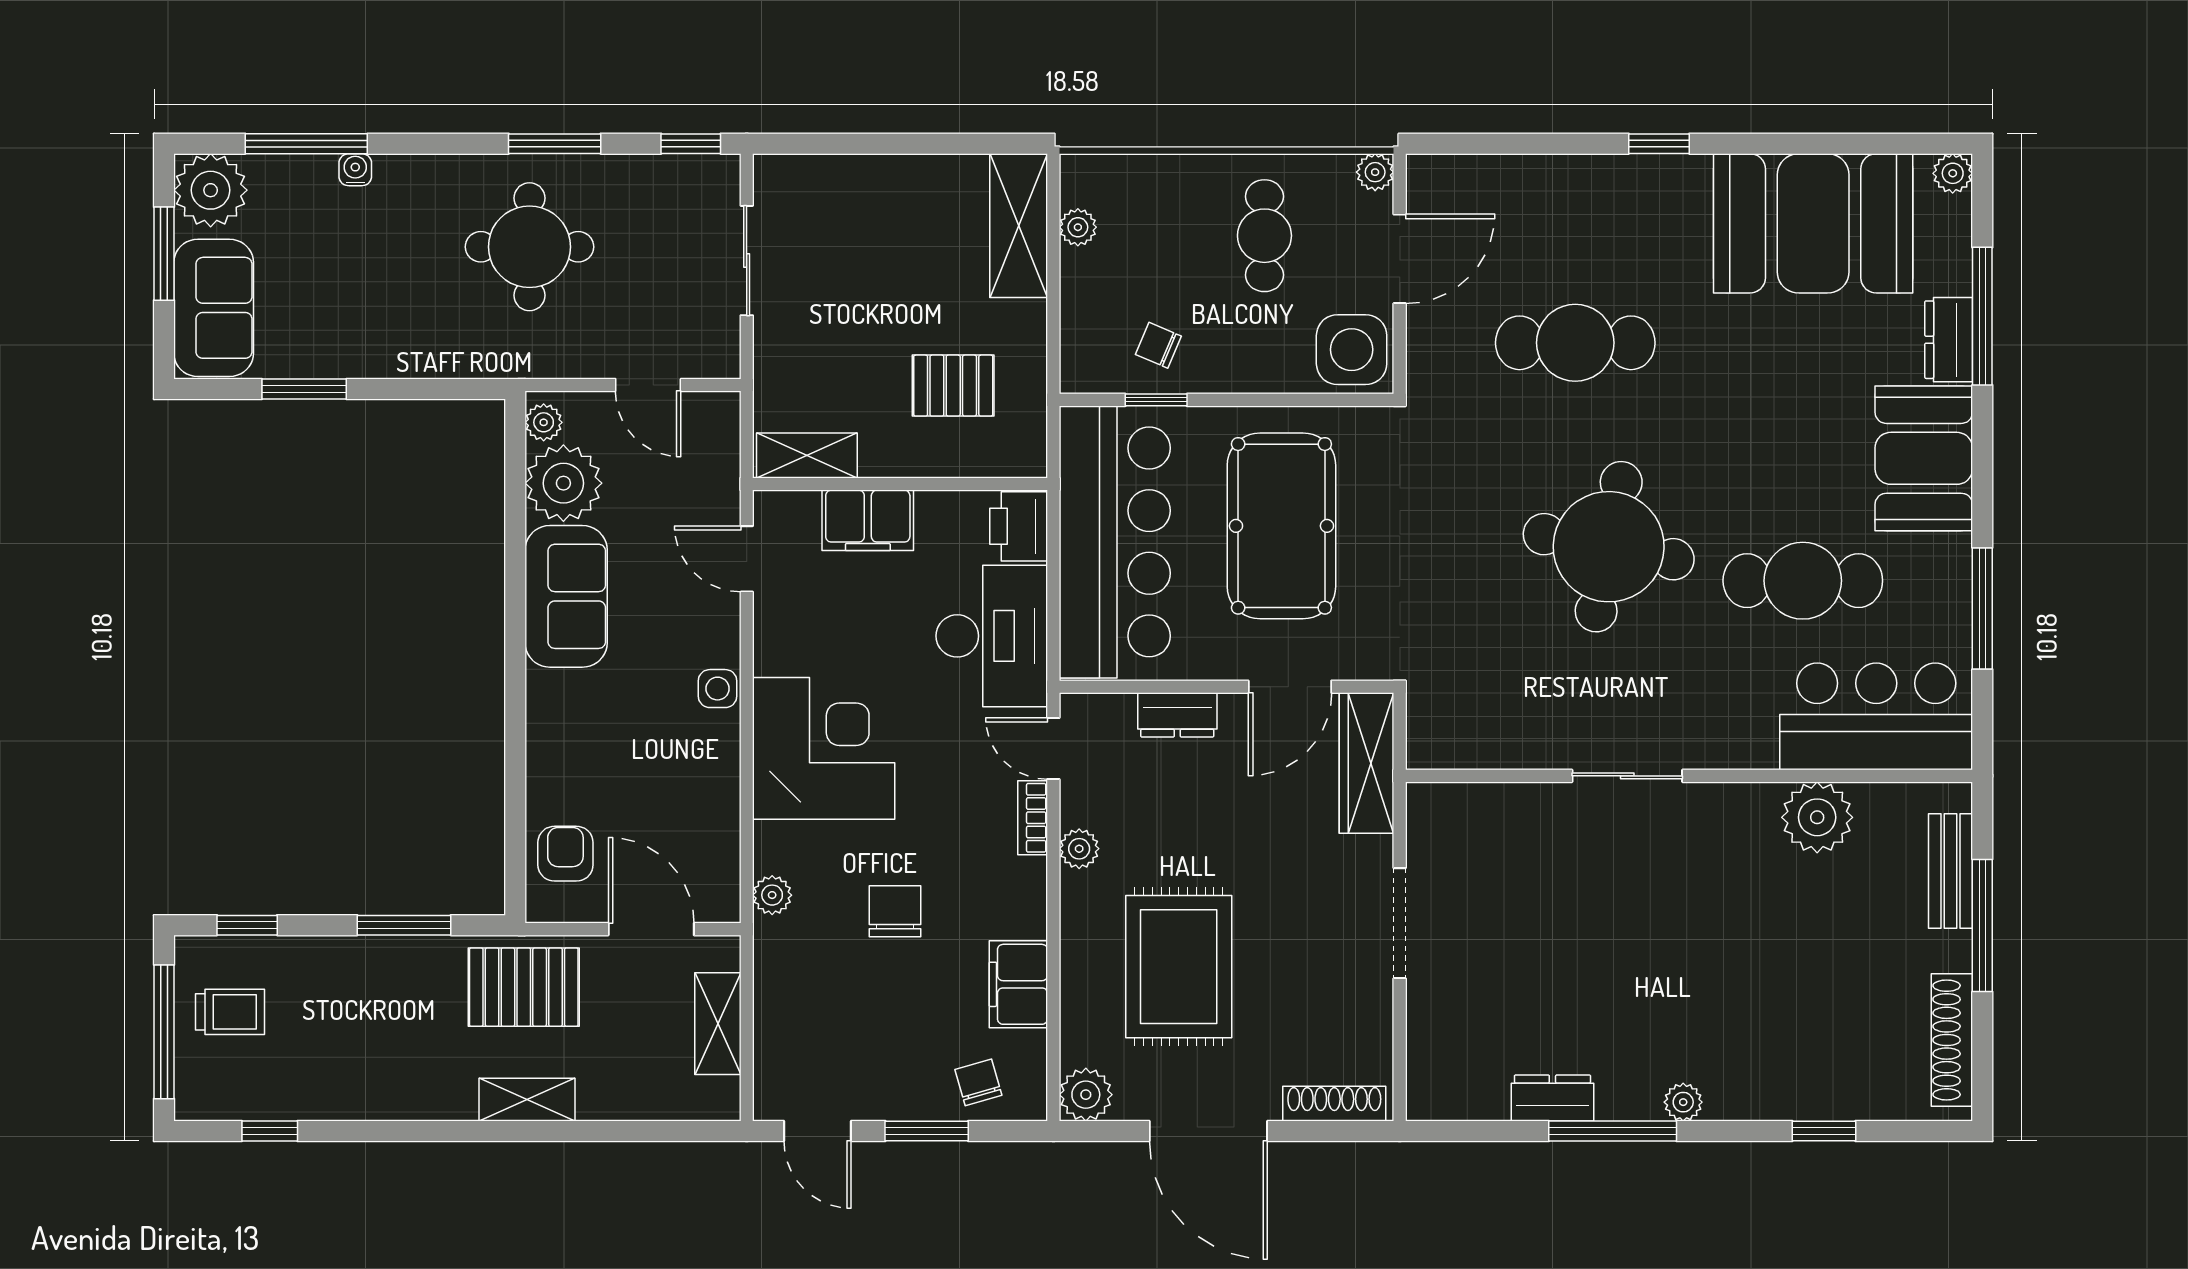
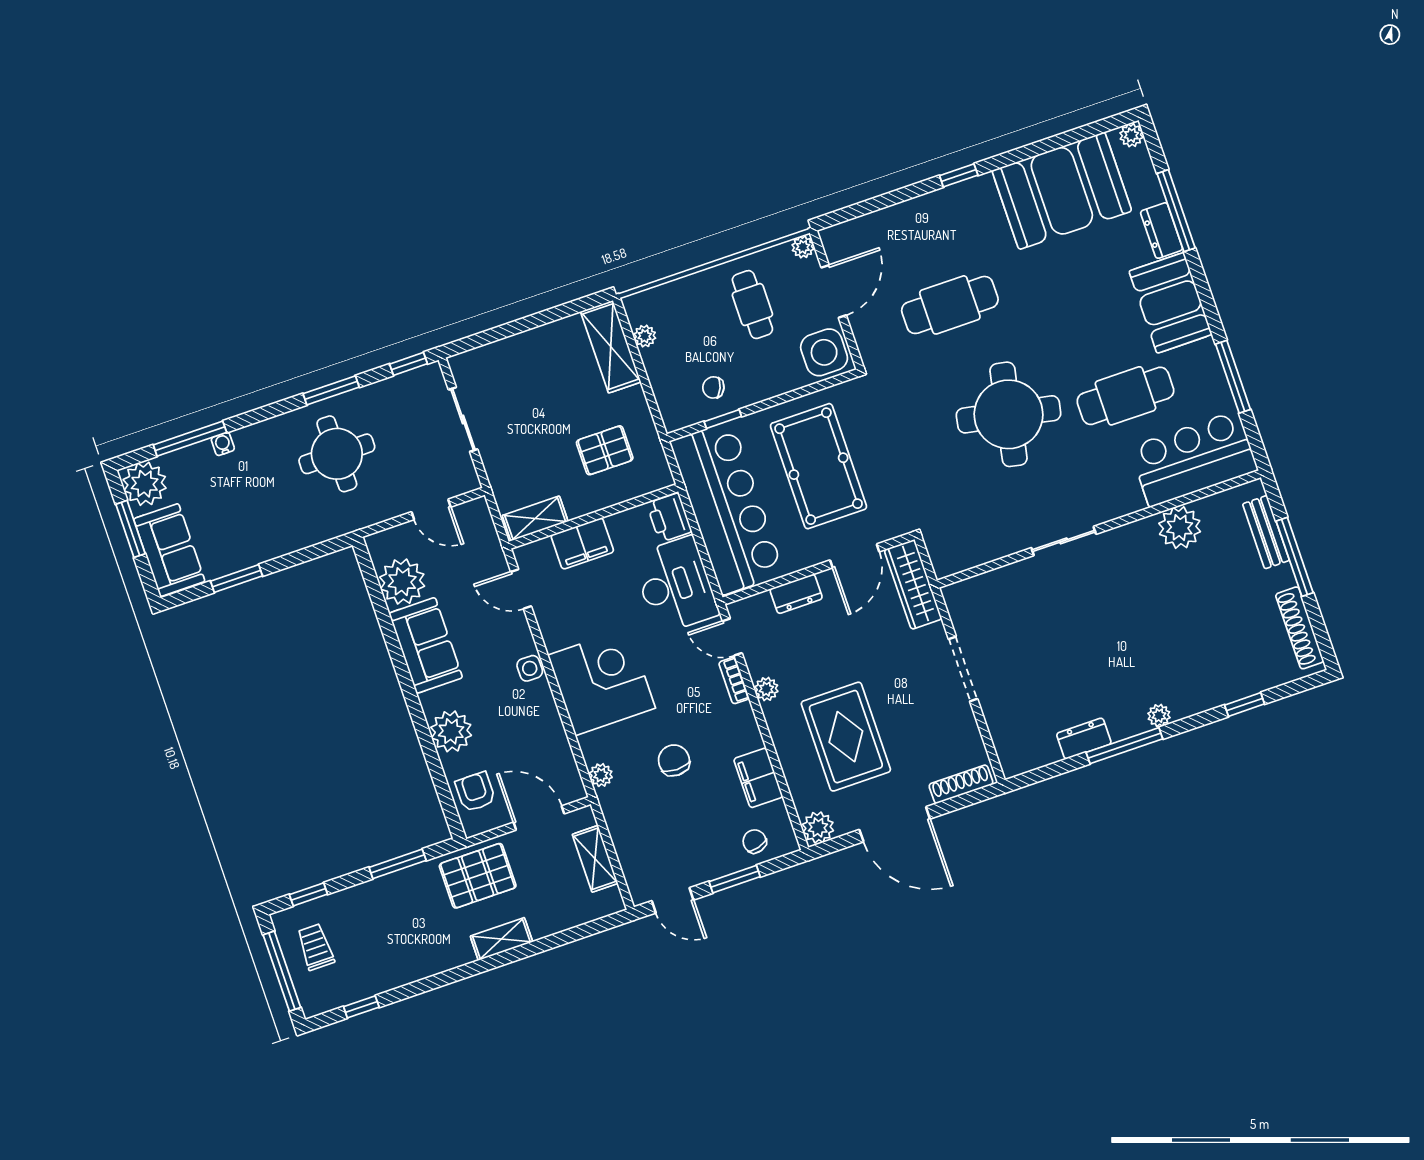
plant: (544, 422) -> (451, 731), moved, width x1.88, depth x1.88
trolley: (230, 1012) -> (316, 947), turned -90

